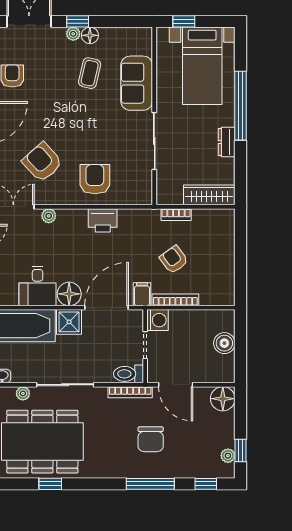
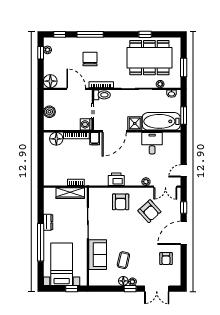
wardrobe: (209, 195) -> (70, 193), moved
armchair: (174, 260) -> (77, 158), removed
floor lamp: (69, 294) -> (56, 139), moved

